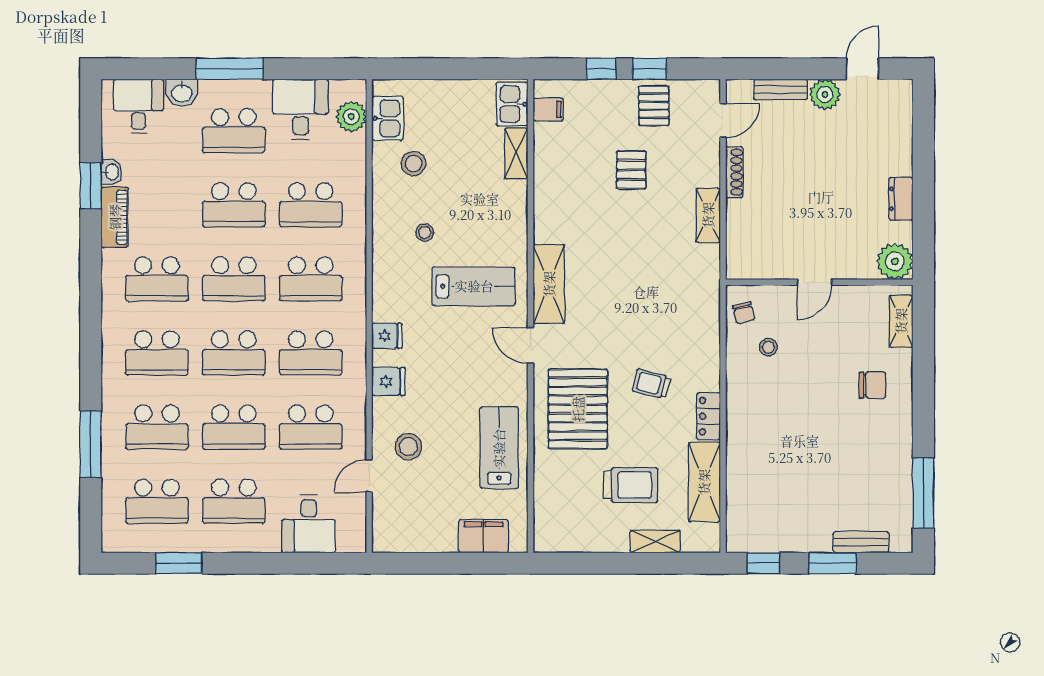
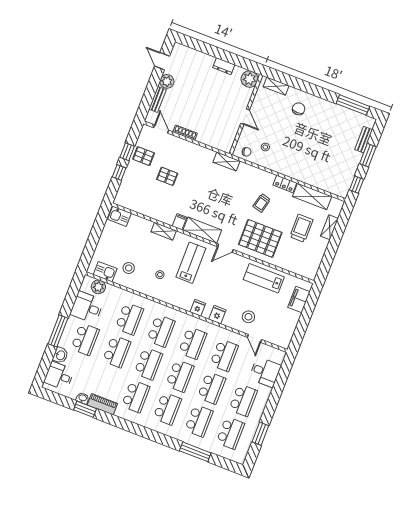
filing cabinet: (548, 109) -> (180, 222), moved
shelving: (516, 153) -> (164, 231), moved
shelving: (708, 215) -> (227, 162), moved

